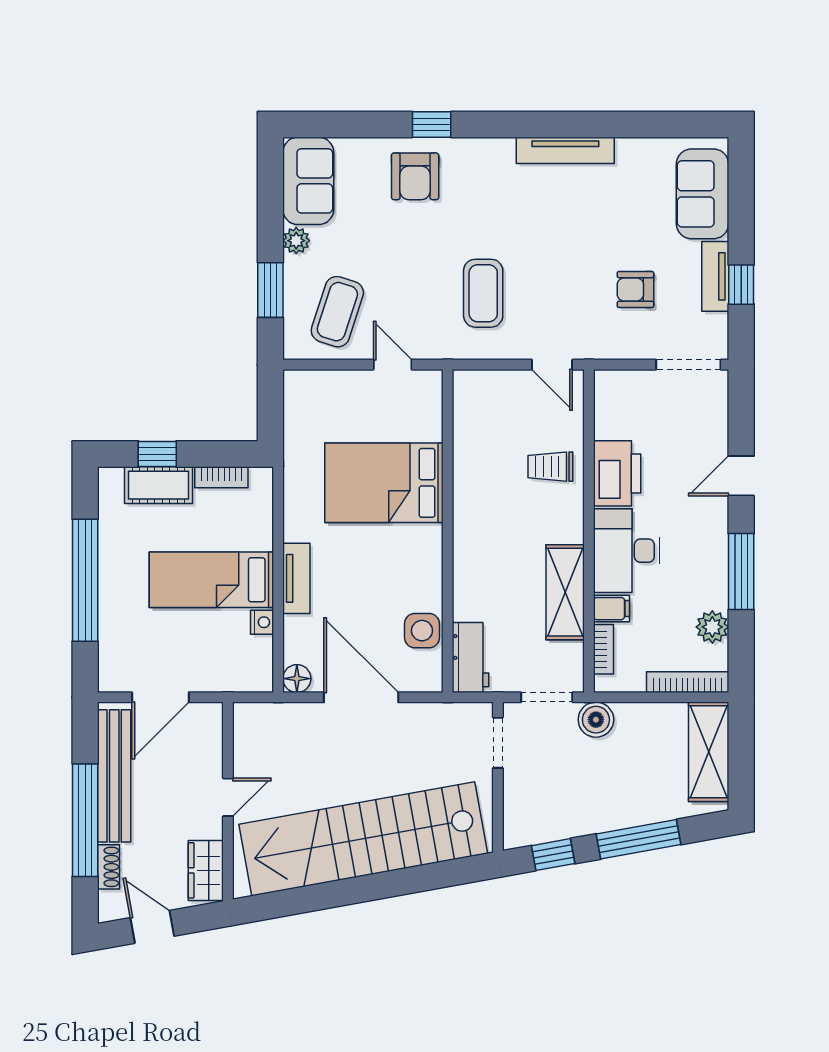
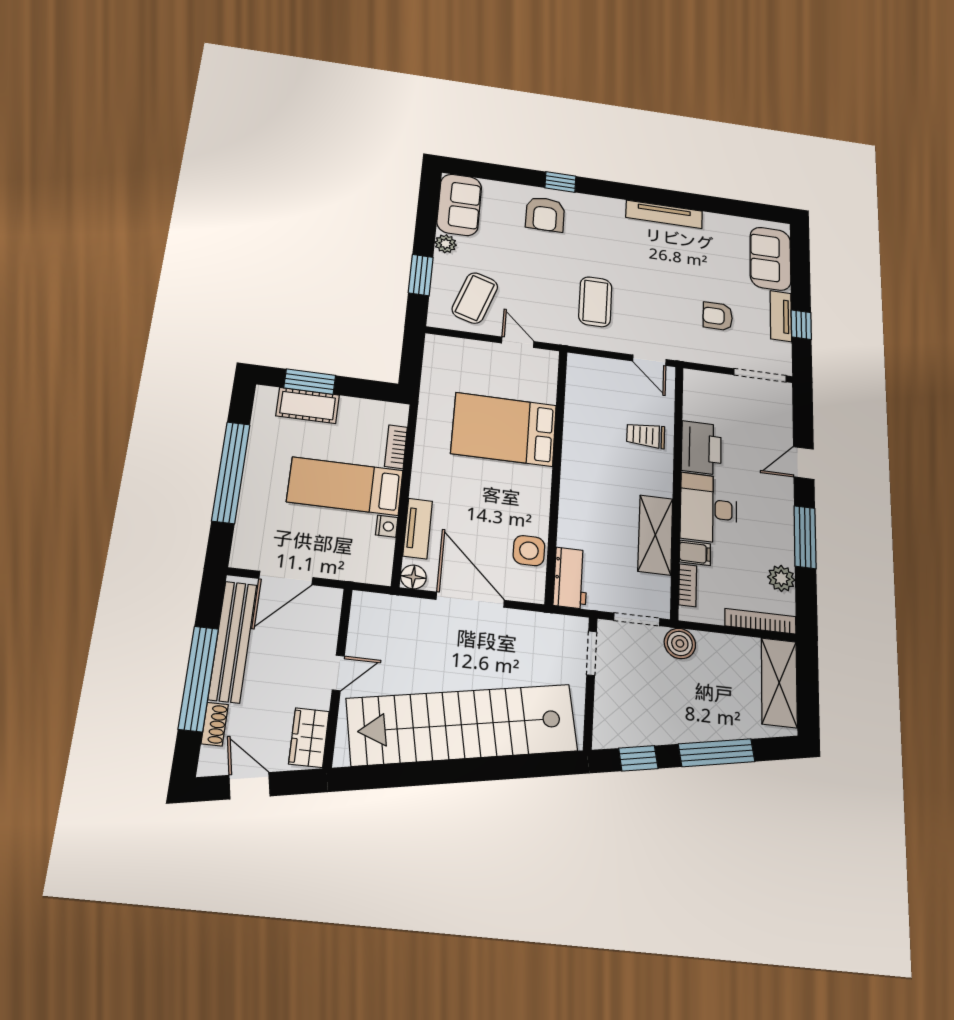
window: (157, 454) -> (310, 382), width x1.50
bookcase: (221, 477) -> (396, 447), moved, turned 90
tv unit: (296, 578) -> (418, 528), moved

